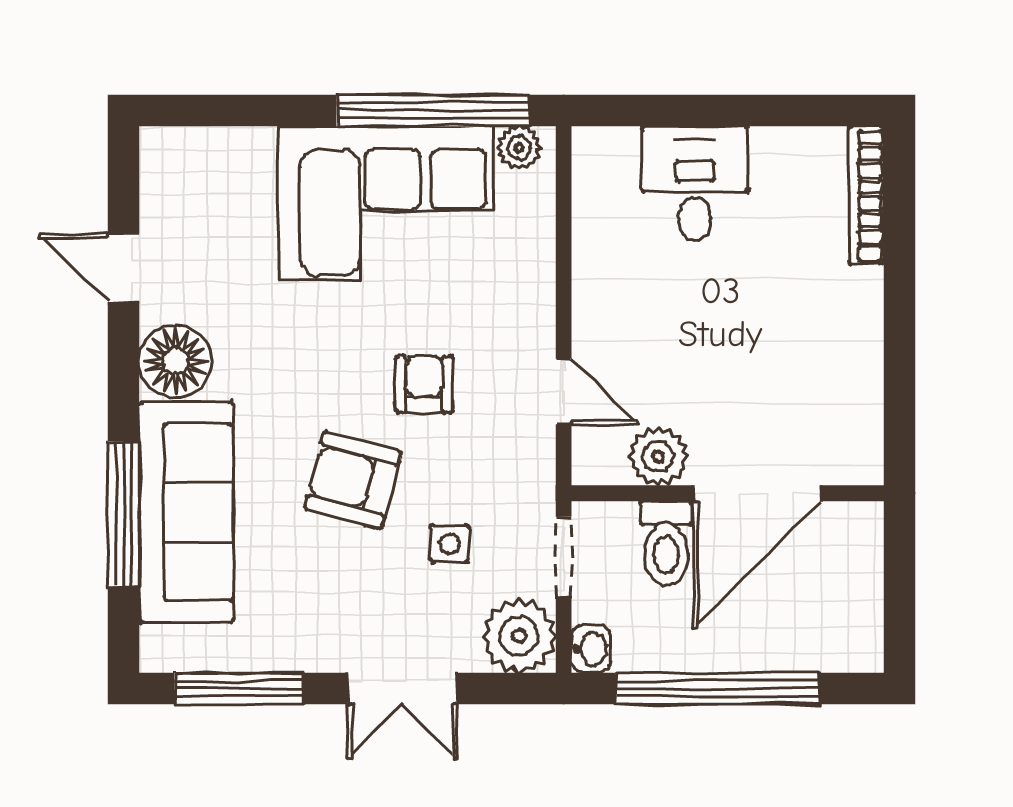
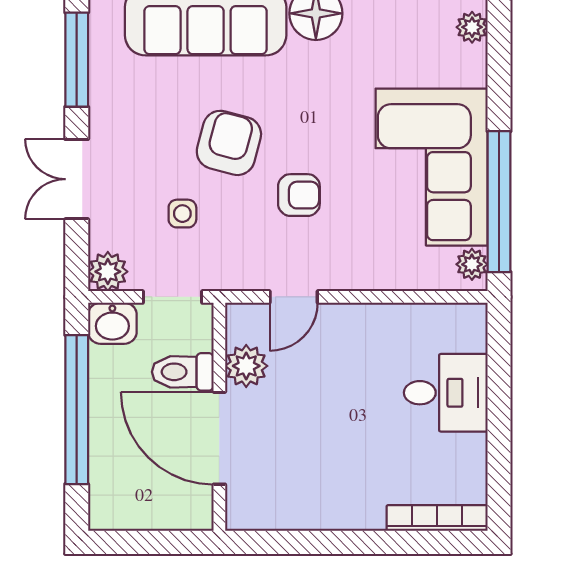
plant: (195, 147) -> (472, 27), added
plant: (519, 636) -> (108, 272), width x0.73, depth x0.73
washbasin: (591, 649) -> (112, 323), width x1.38, depth x1.45

